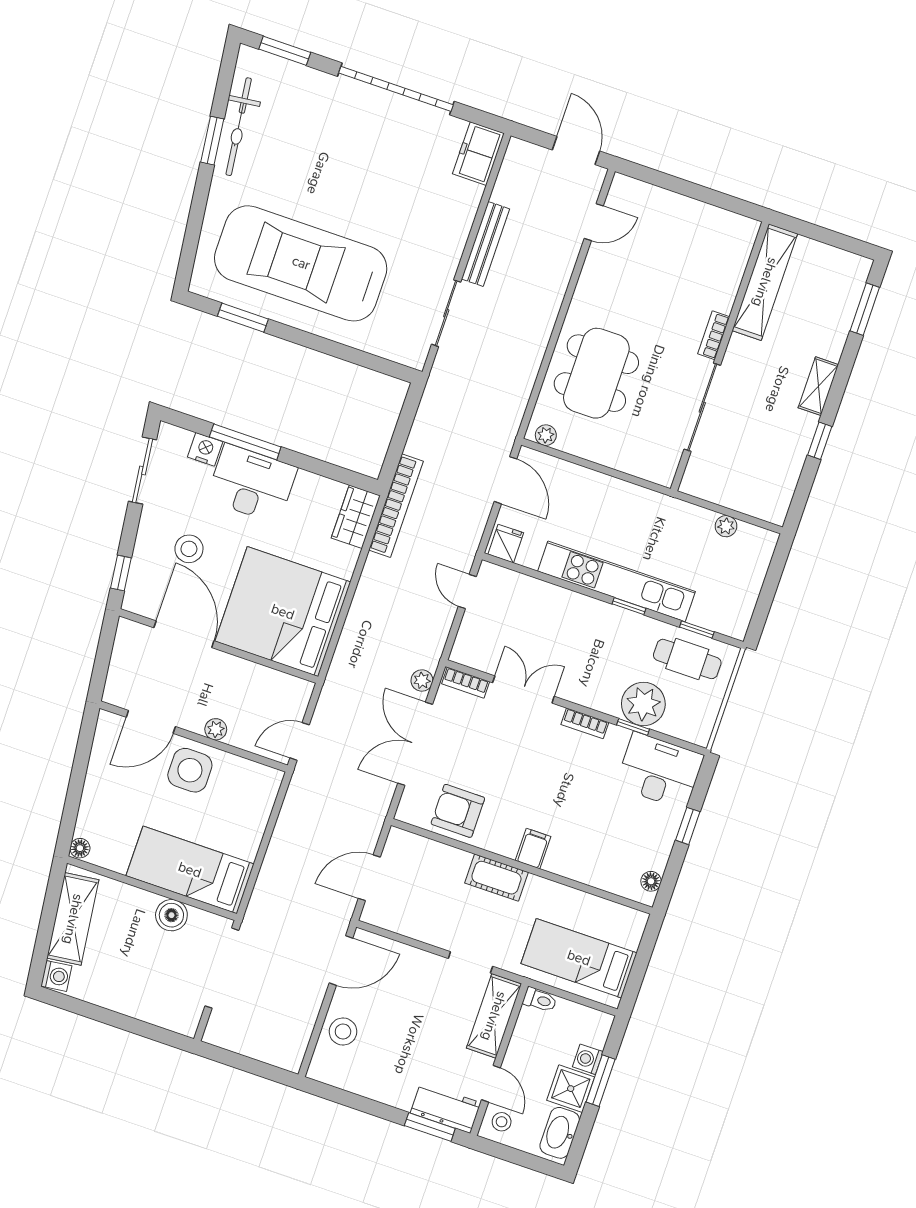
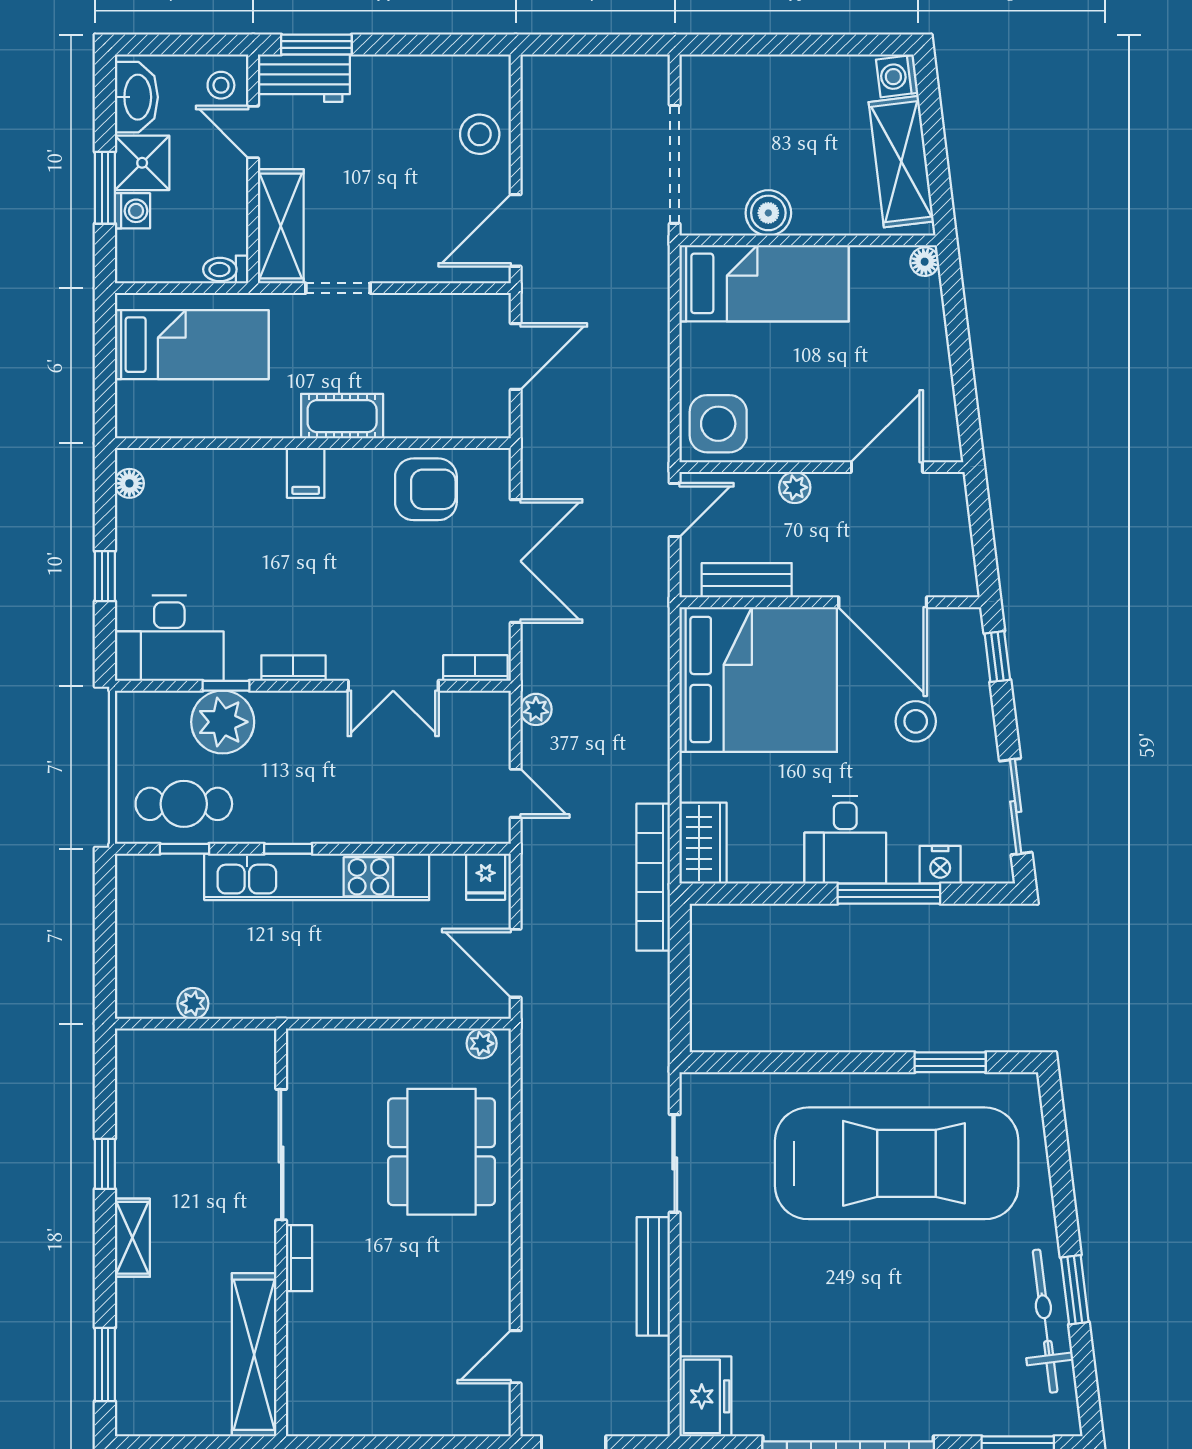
desk: (252, 484) -> (845, 840), width x0.73
bench: (268, 679) -> (747, 580), added
plant: (422, 680) -> (536, 709), moved
side table: (190, 770) -> (718, 424), moved

